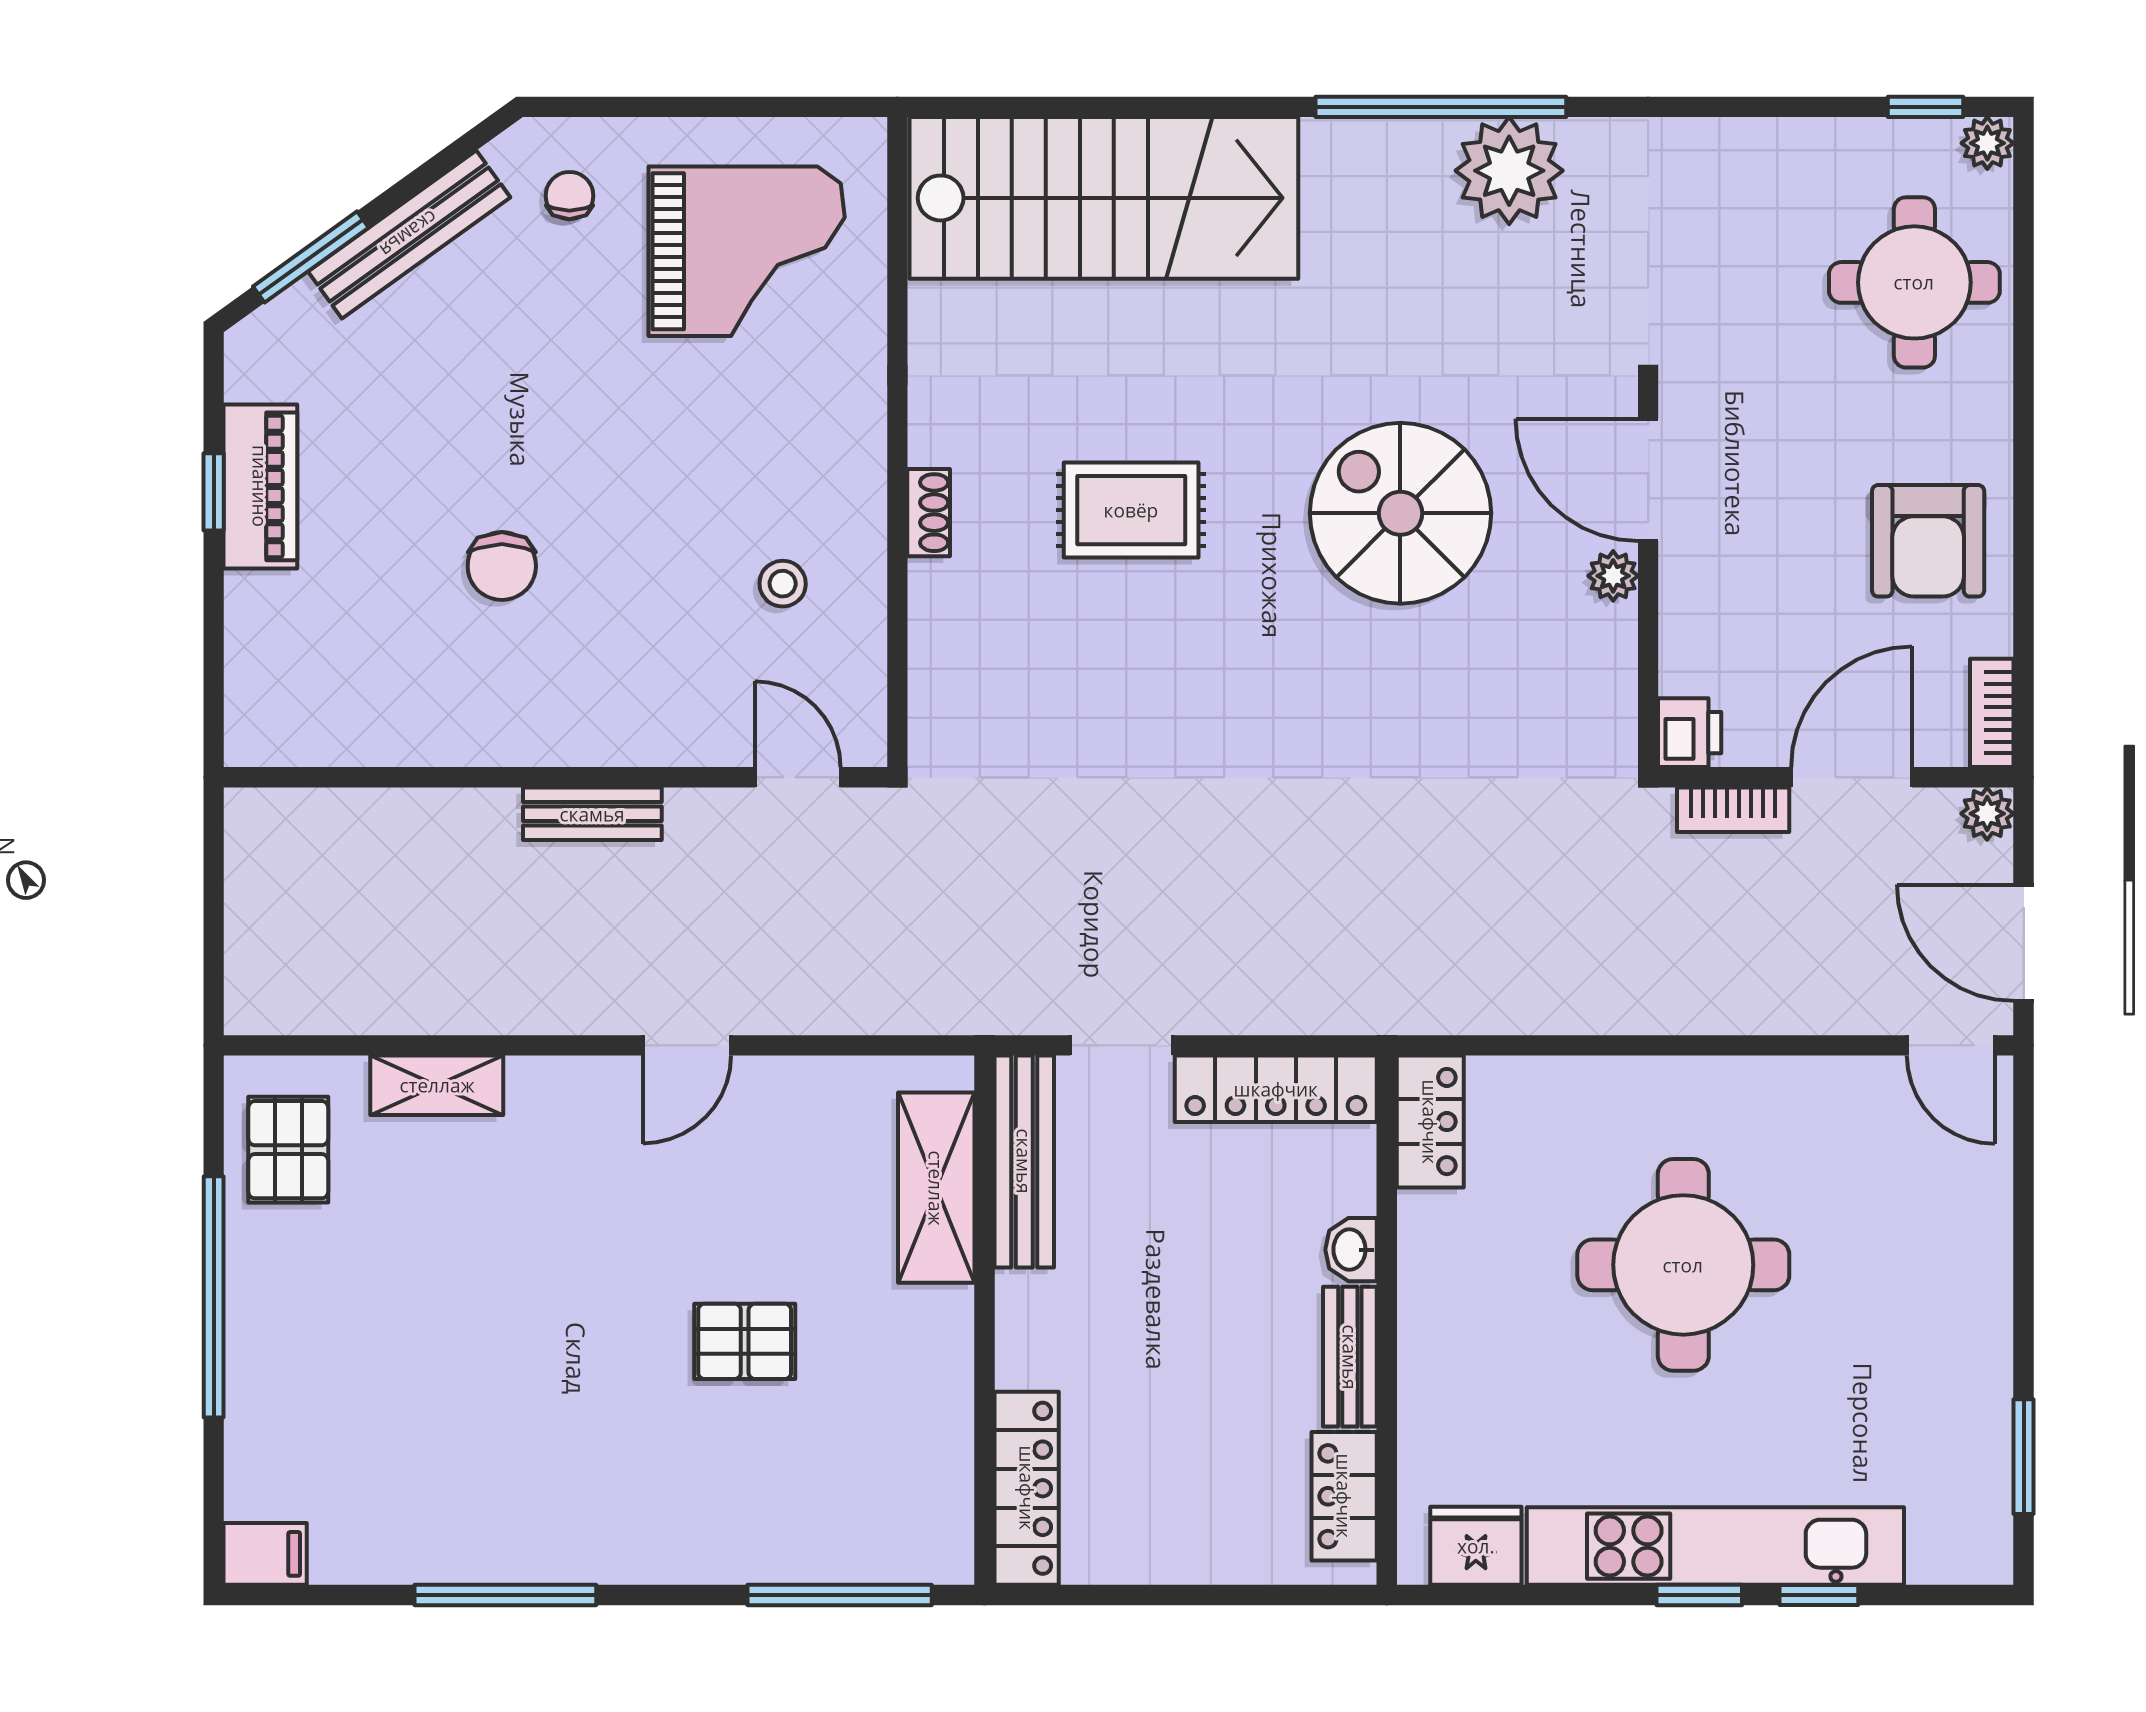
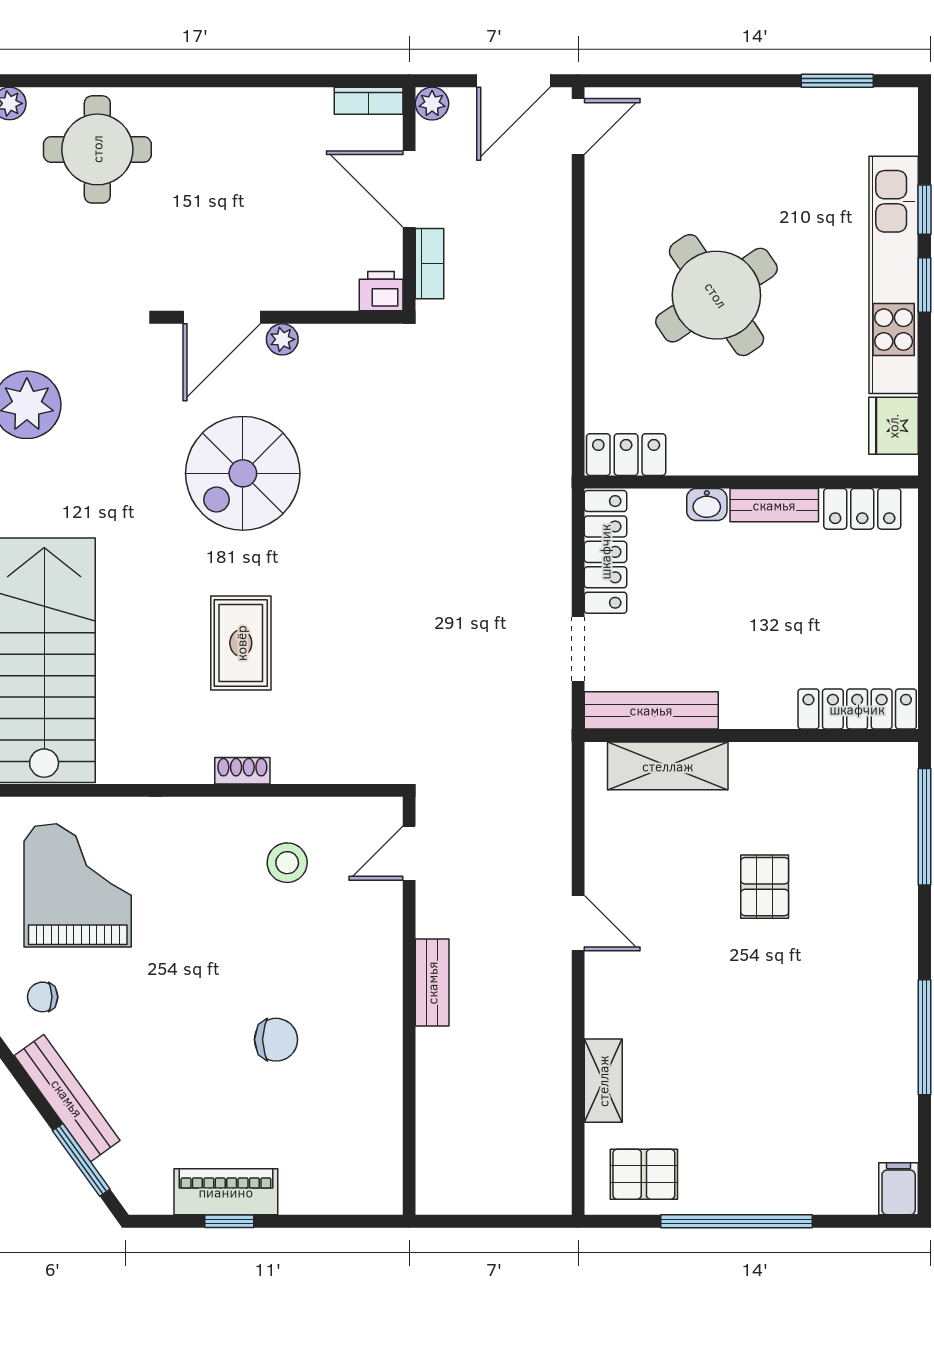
armchair: (1928, 541) -> (260, 141), removed
stool: (783, 584) -> (287, 863), width x1.37, depth x1.37
round table: (1683, 1265) -> (716, 295), turned -34

